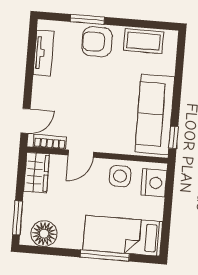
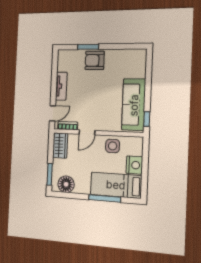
coffee table: (143, 41) -> (124, 57), removed
tv unit: (44, 53) -> (61, 86), moved
nightstand: (154, 183) -> (134, 165), moved

